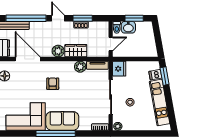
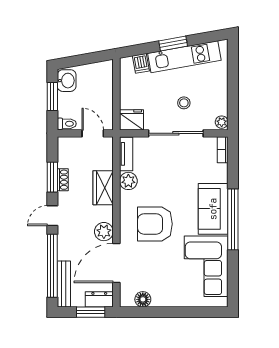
washbasin: (128, 27) -> (67, 81), moved
plant: (58, 51) -> (104, 232), moved
window: (165, 76) -> (173, 43), moved
armchair: (53, 84) -> (155, 224), width x1.88, depth x1.88

